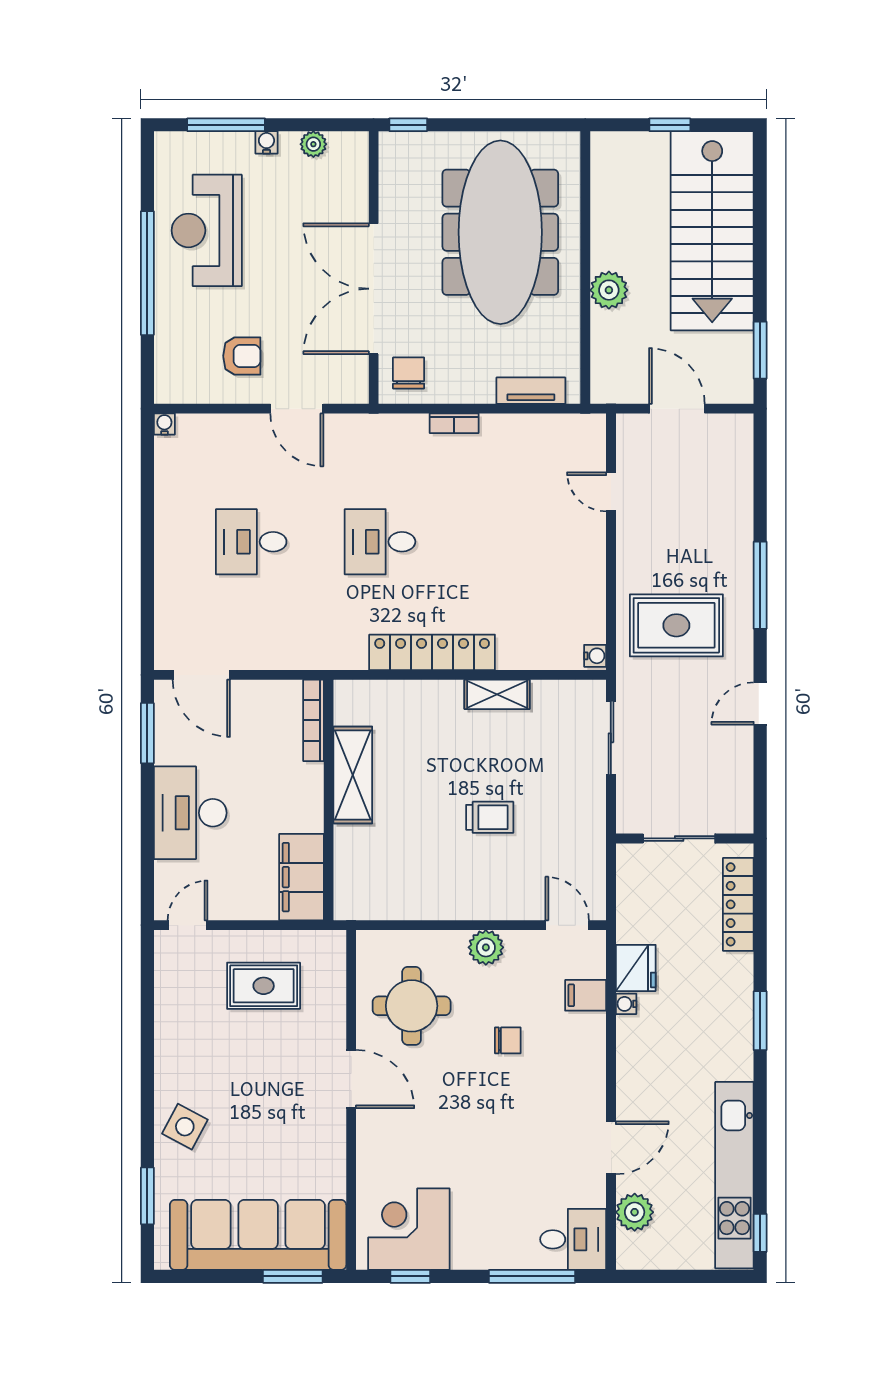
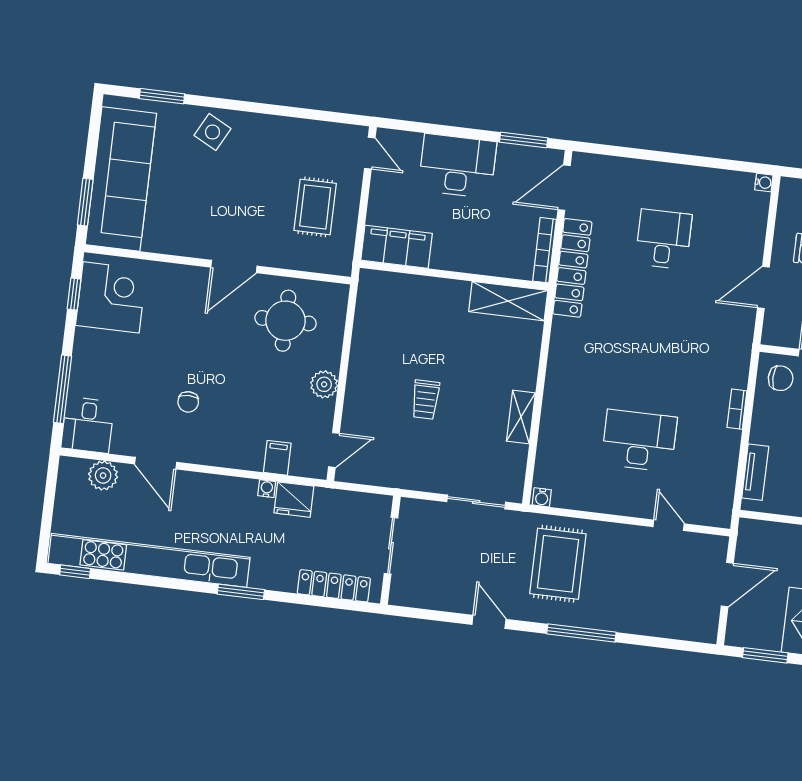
door: (611, 492) -> (669, 525), hinge flipped
desk: (380, 542) -> (639, 441), moved, width x1.37
locker: (432, 652) -> (572, 268), moved
bookcase: (313, 720) -> (544, 250), moved, turned -90
shelving: (353, 775) -> (508, 301), moved
chair: (508, 1040) -> (188, 402), moved
kitchen unit: (734, 1175) -> (149, 560), width x1.36

